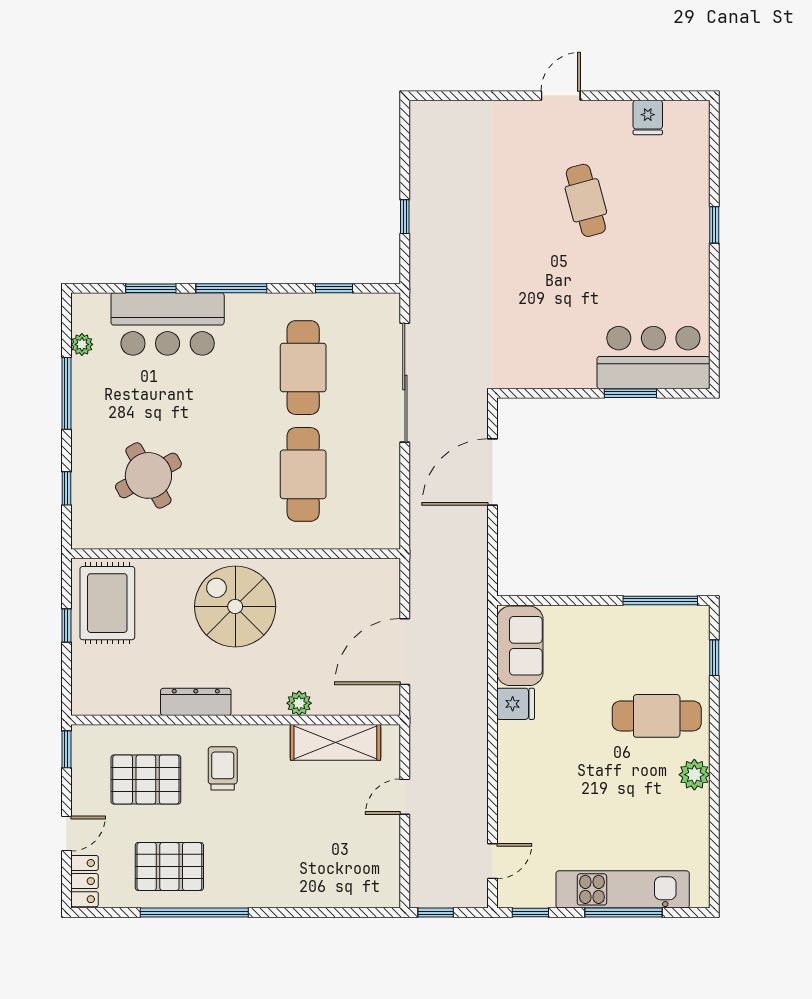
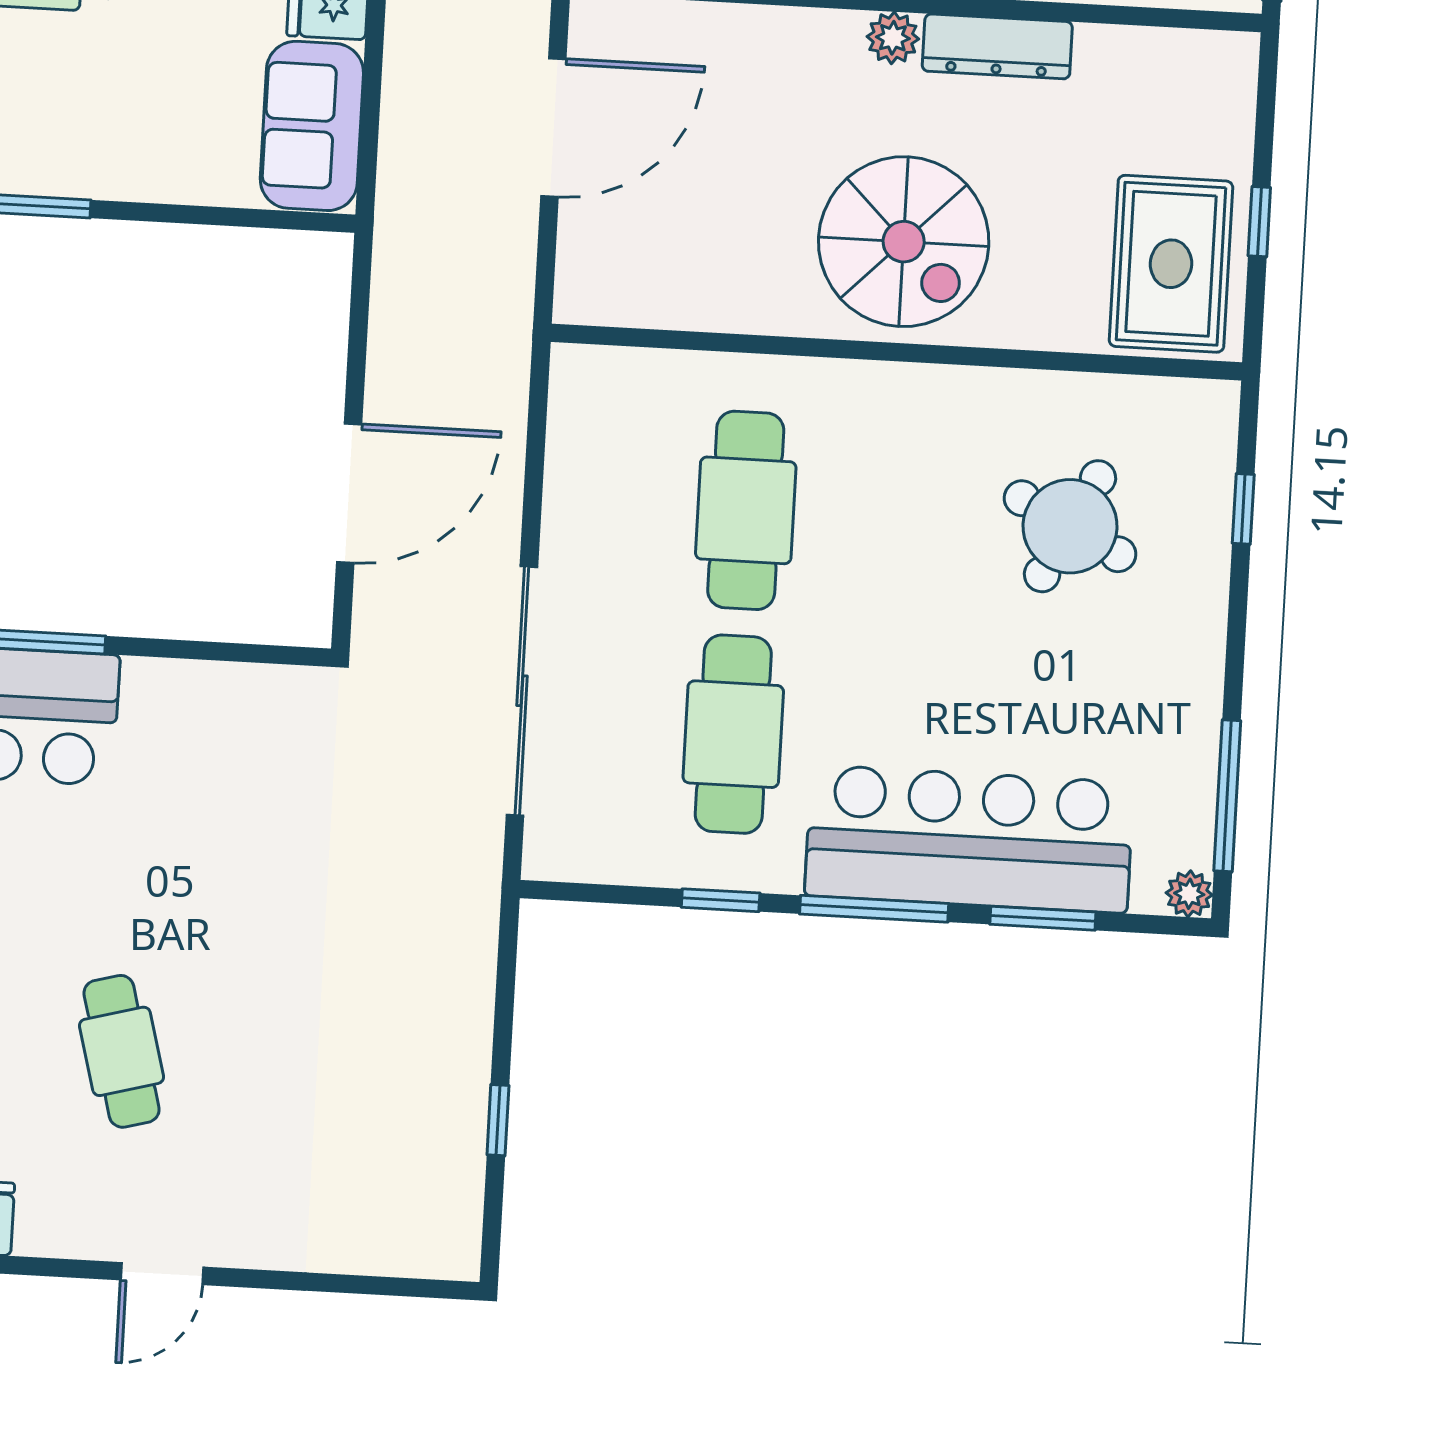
window: (405, 217) -> (498, 1120), moved
window: (334, 288) -> (721, 900), moved
bar counter: (168, 324) -> (969, 839), width x1.36
plant: (82, 344) -> (1189, 894), moved
window: (66, 393) -> (1227, 796), moved
round table: (148, 475) -> (1070, 526), turned -34
plant: (299, 703) -> (893, 38), moved

